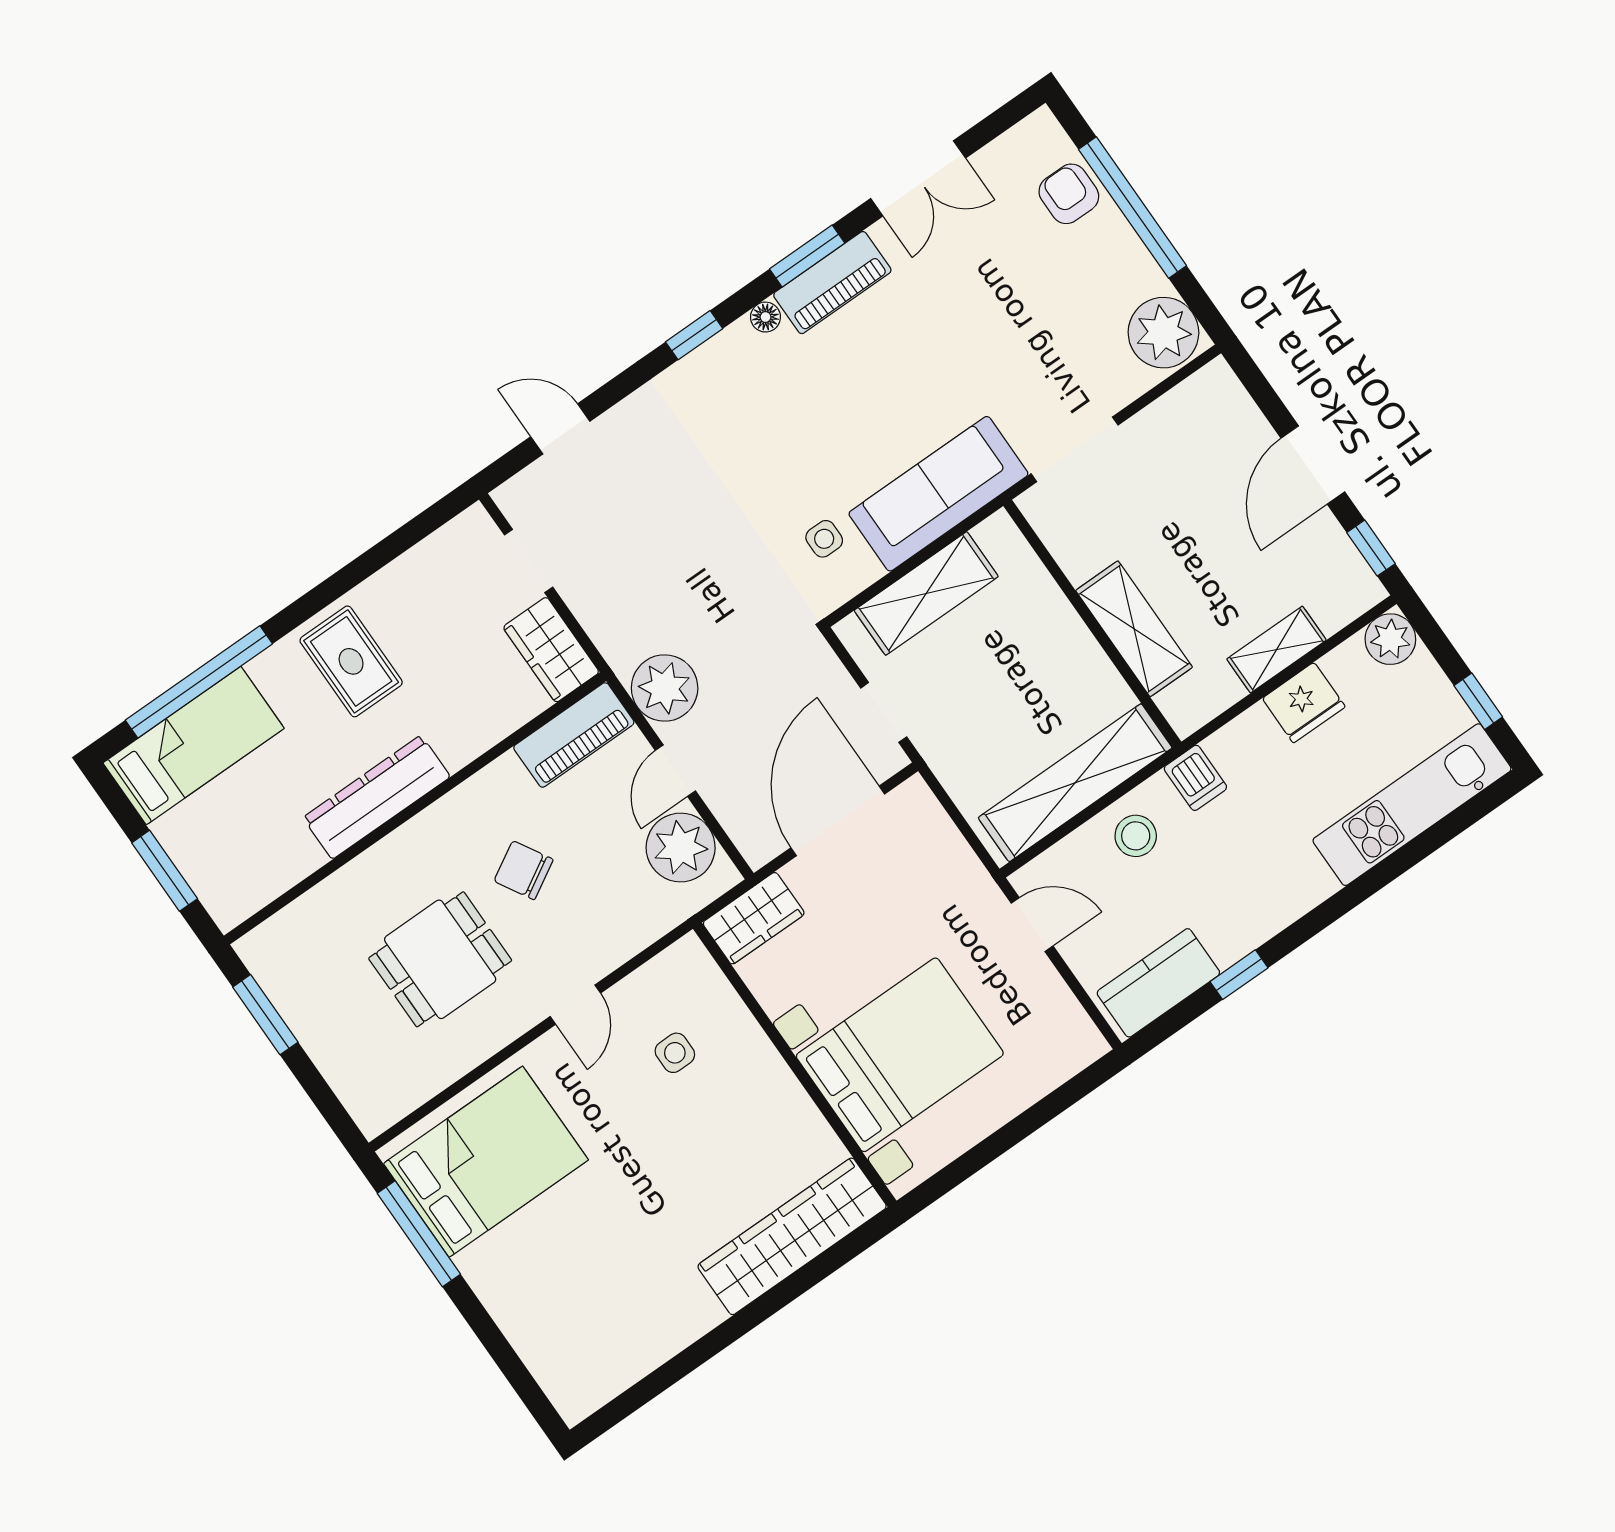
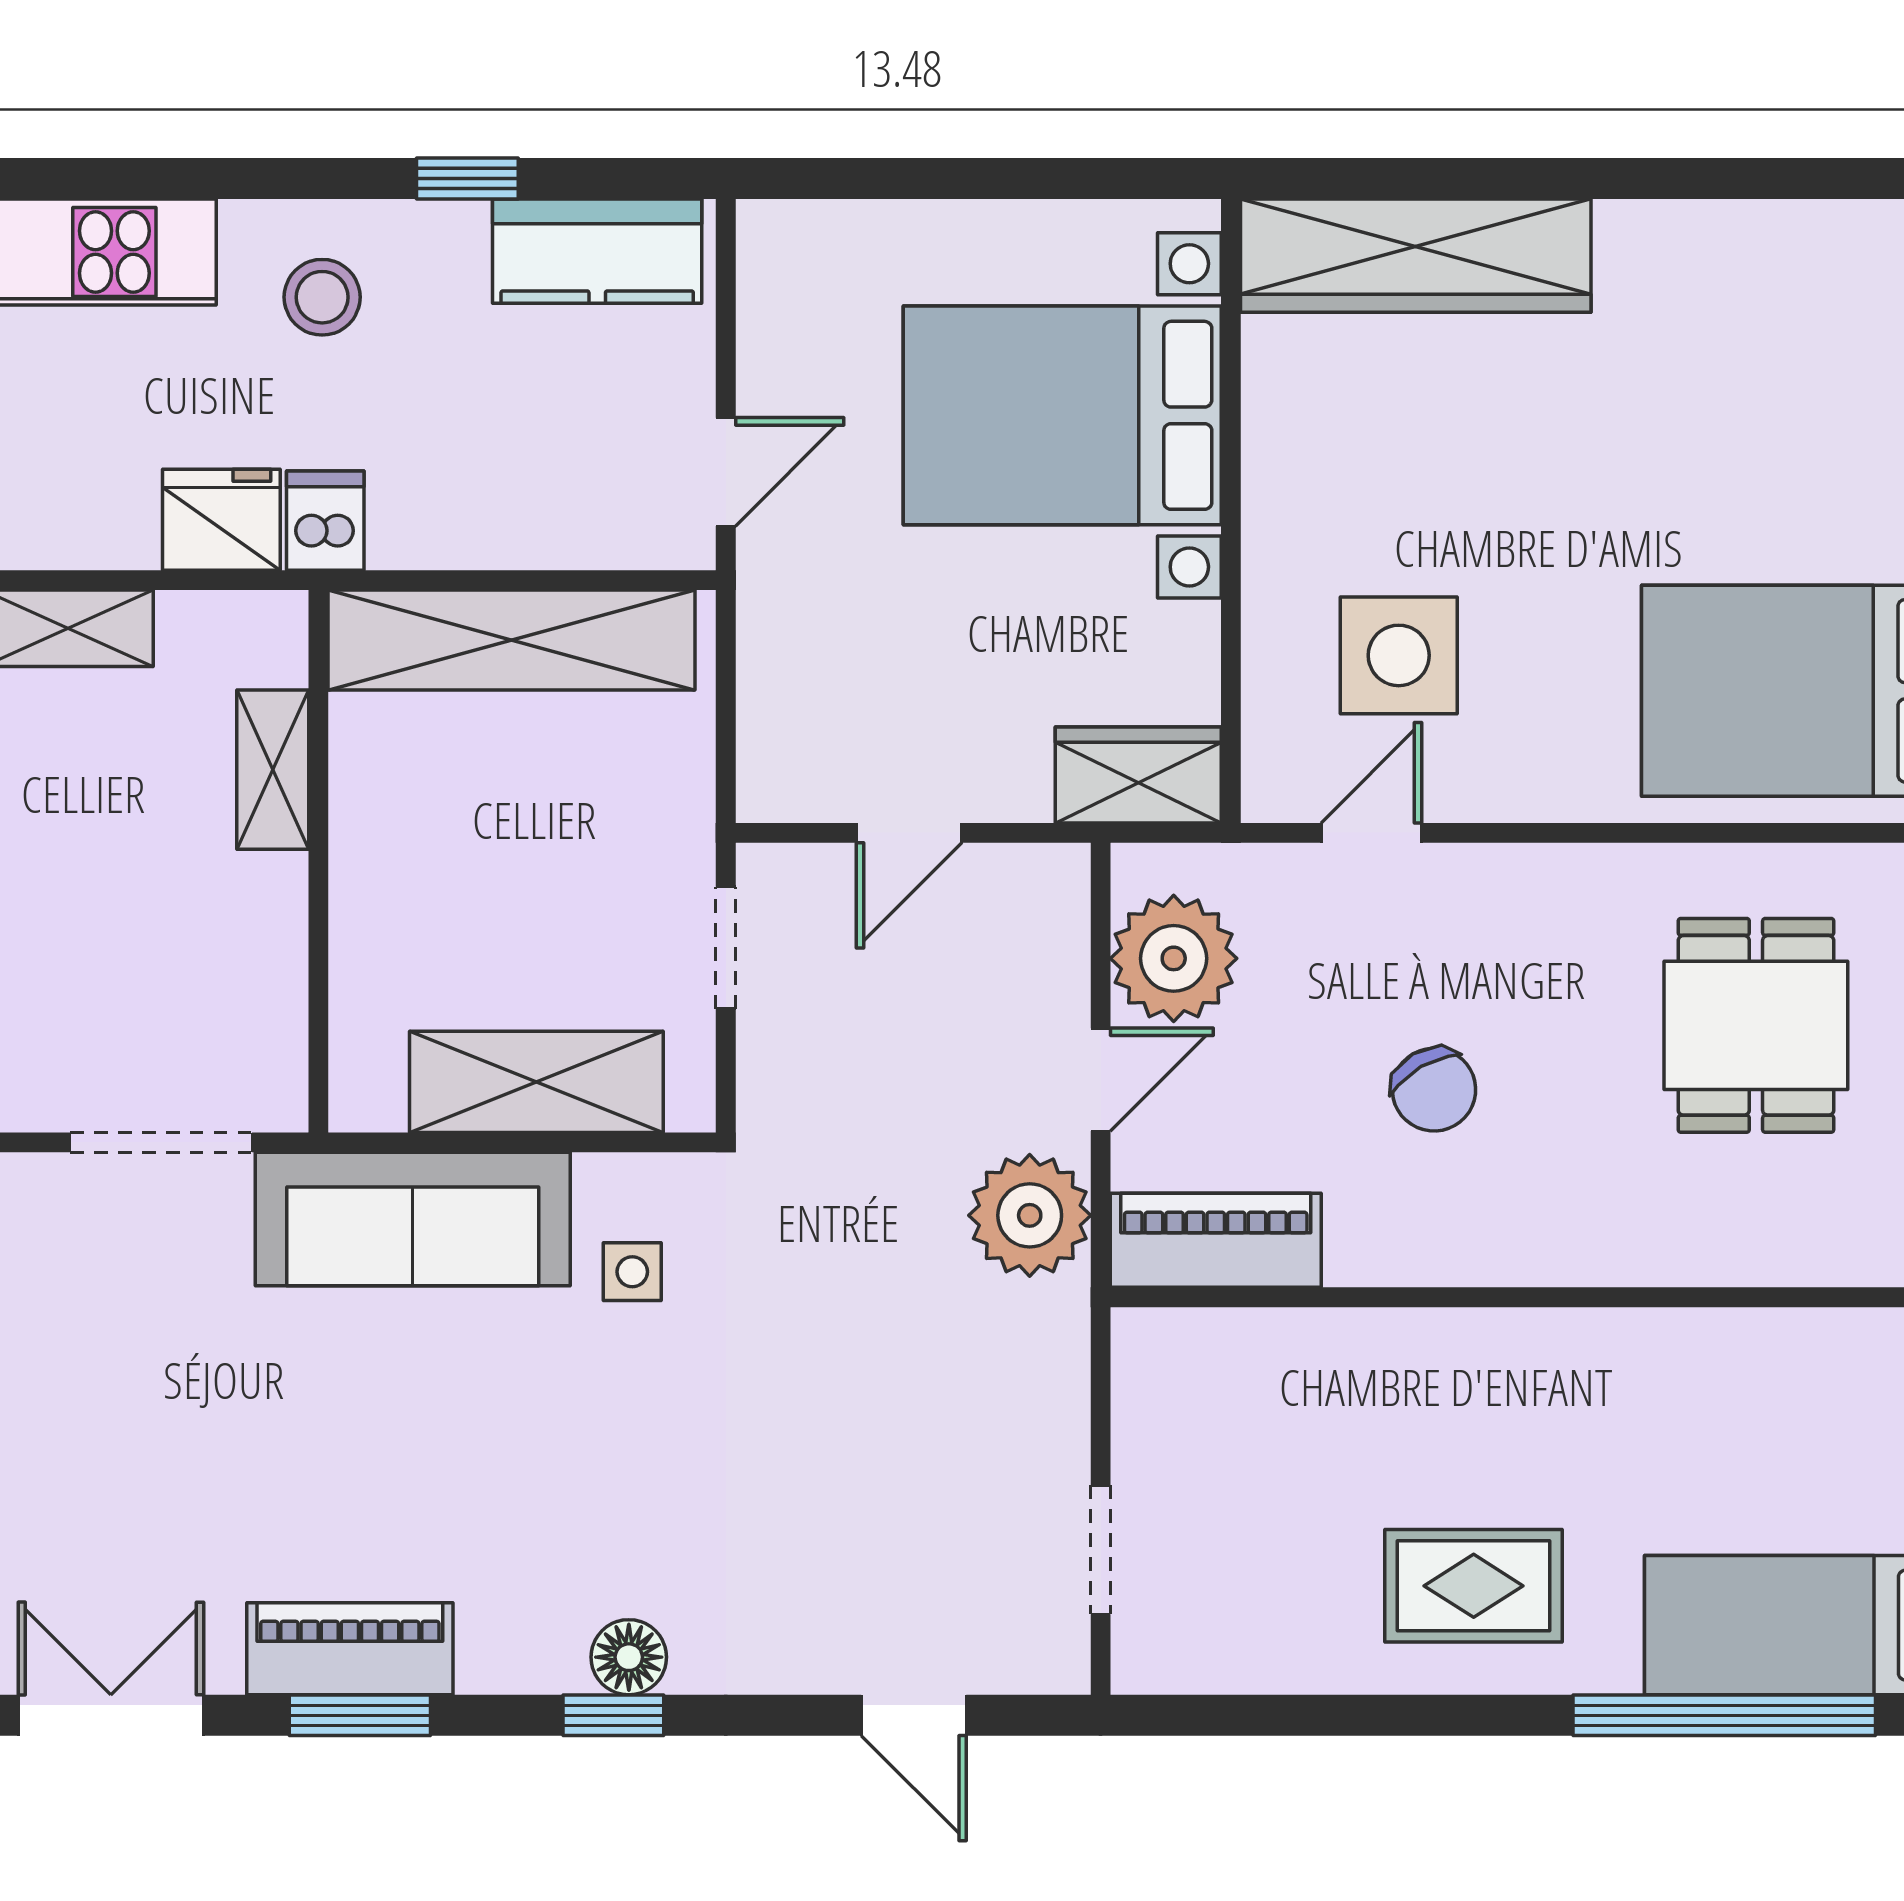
floor lamp: (765, 317) -> (629, 1657), moved, width x1.37, depth x1.37
shelving: (1134, 629) -> (273, 770), width x0.67, depth x0.75
wardrobe: (551, 650) -> (1160, 1393), removed
rug: (351, 661) -> (1474, 1586), turned 90
fridge: (1304, 703) -> (221, 520), moved
dresser: (377, 797) -> (1578, 1355), removed
door: (838, 821) -> (909, 833), width x0.53
stool: (1136, 836) -> (322, 297), moved
door: (1032, 925) -> (726, 472), swing flipped
dining table: (440, 959) -> (1756, 1025), moved, turned 90
door: (575, 1005) -> (1371, 833), moved
side table: (675, 1053) -> (1399, 655), width x1.87, depth x1.87

